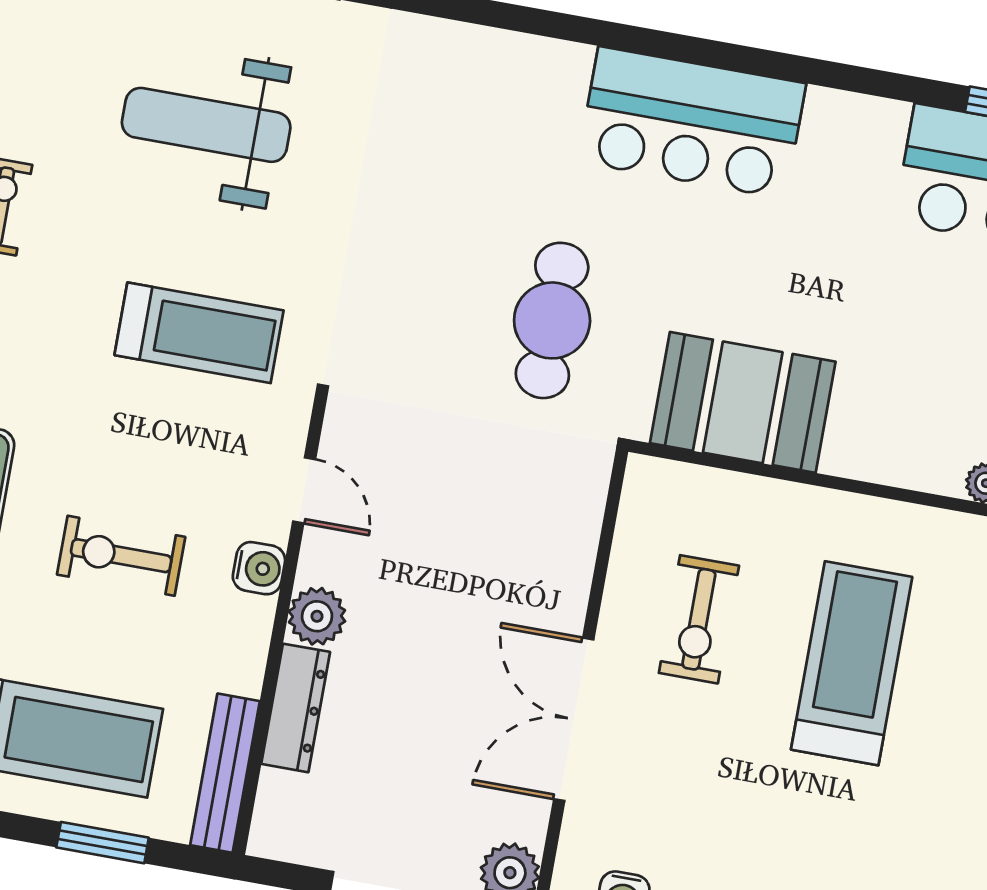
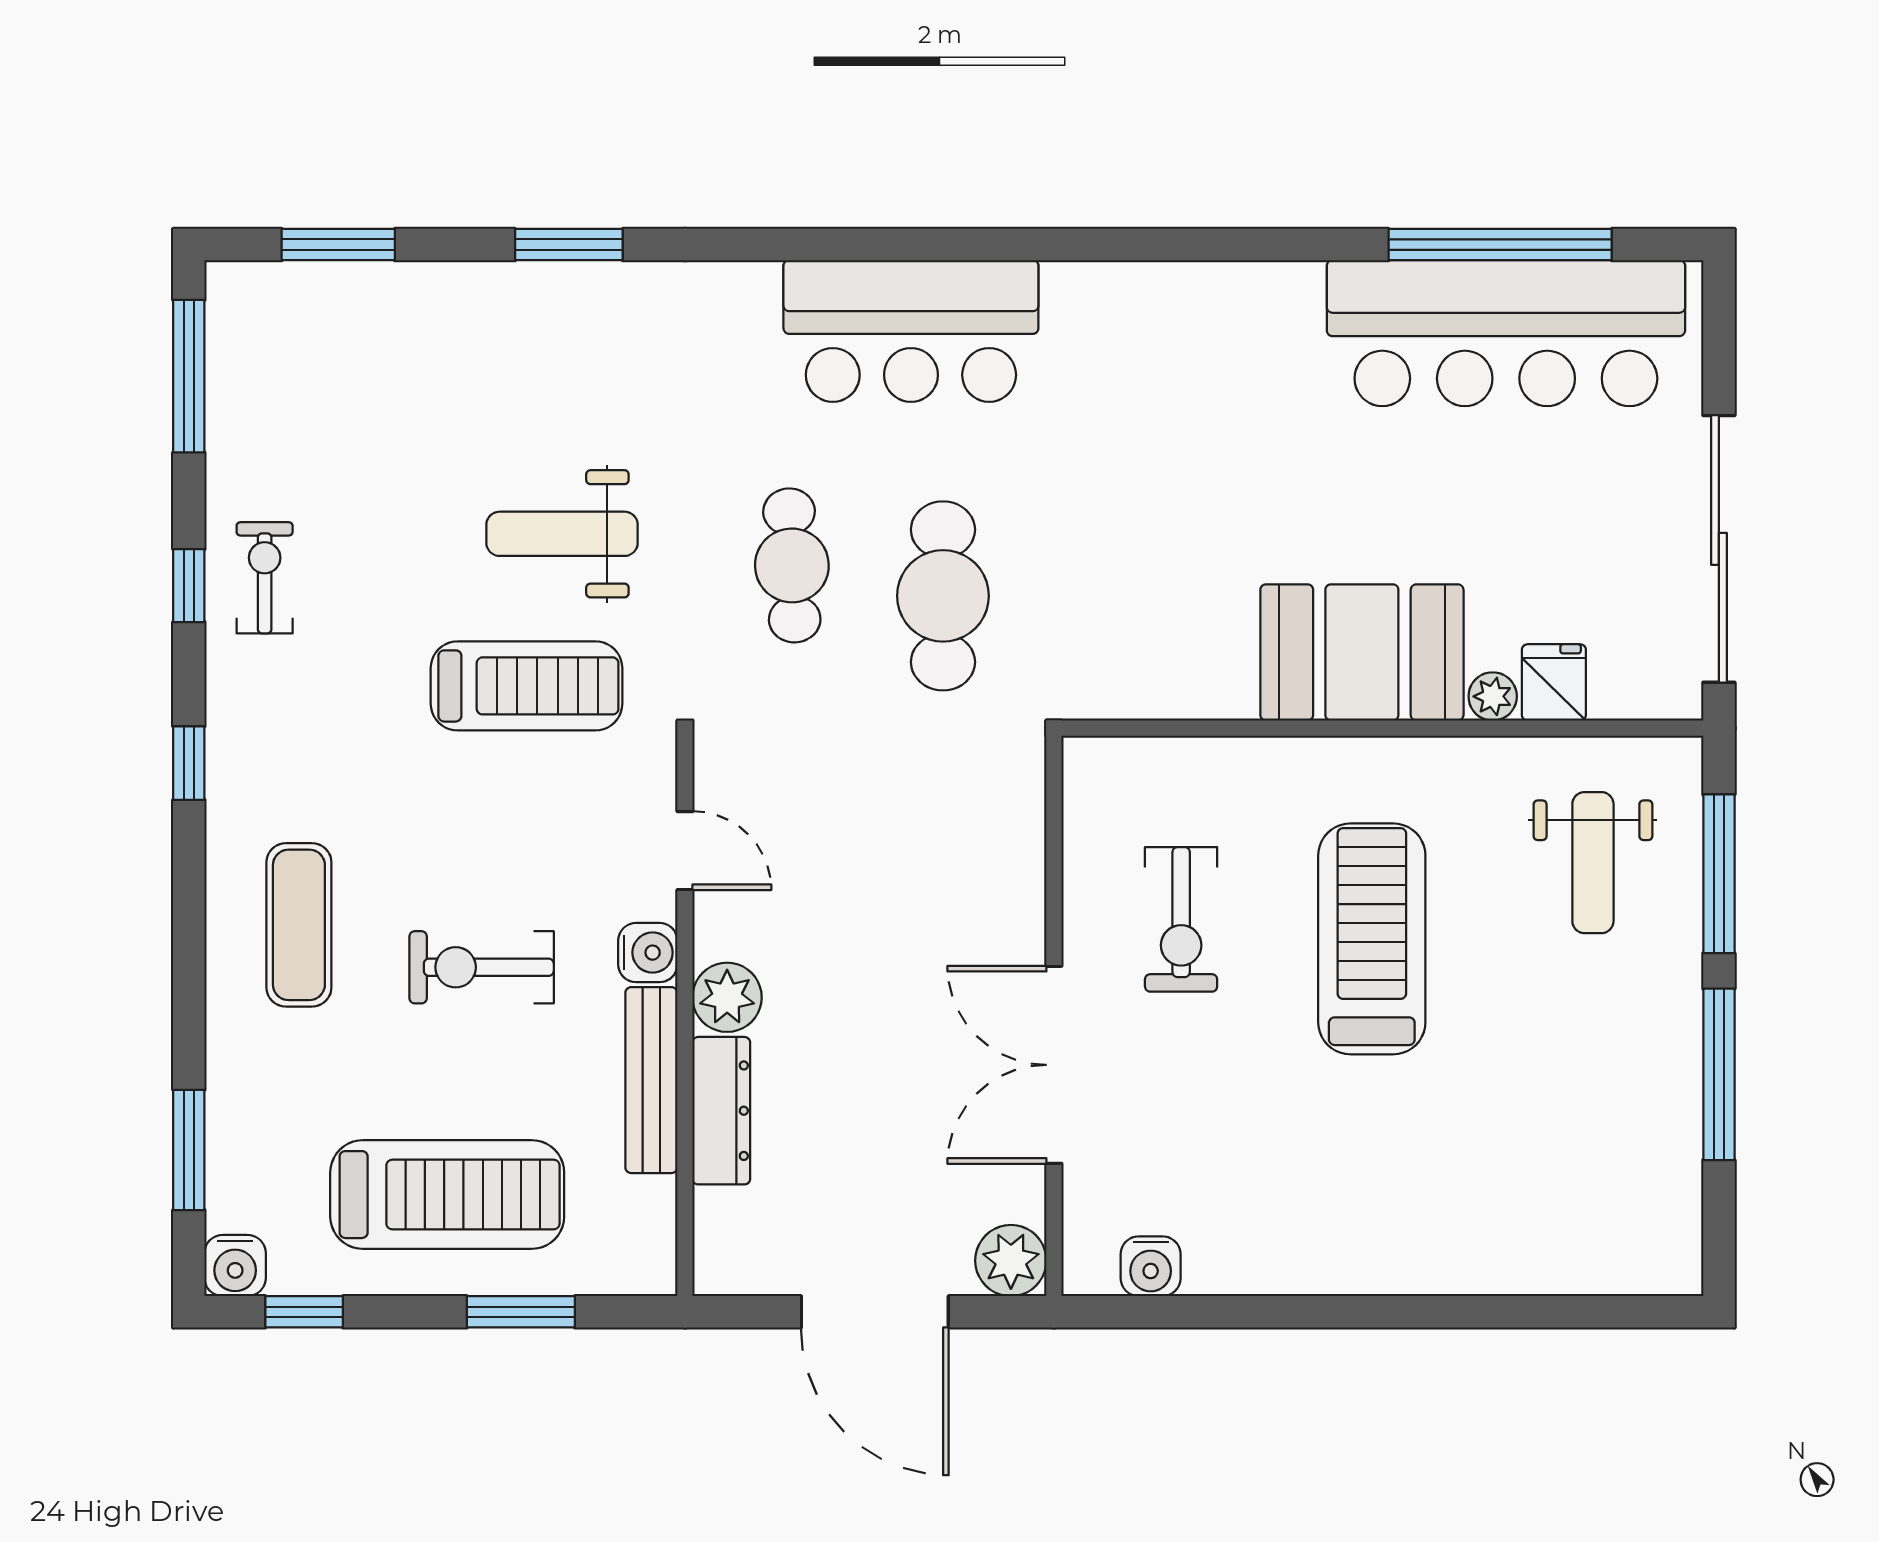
bar counter: (692, 123) -> (911, 331), moved
weight bench: (206, 125) -> (562, 534), moved, width x0.73, depth x0.75
cafe table: (433, 273) -> (792, 565), added
booth: (743, 402) -> (1362, 652), moved
bench: (225, 773) -> (651, 1080), moved

